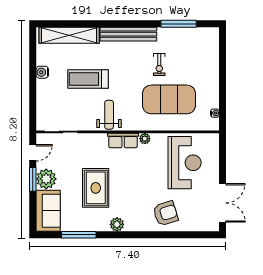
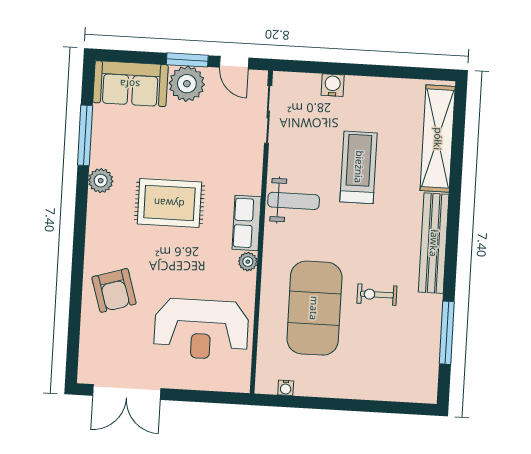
water cooler: (42, 72) -> (333, 85), moved
rug: (96, 188) -> (169, 203), moved
plant: (117, 224) -> (101, 181), moved

